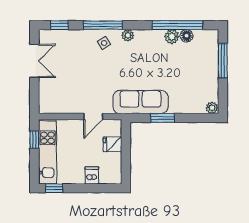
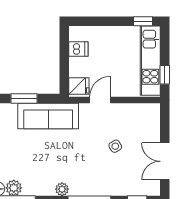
side table: (104, 43) -> (115, 146), moved
fridge: (112, 144) -> (79, 86), moved
dishwasher: (92, 175) -> (78, 49), moved, turned -90

